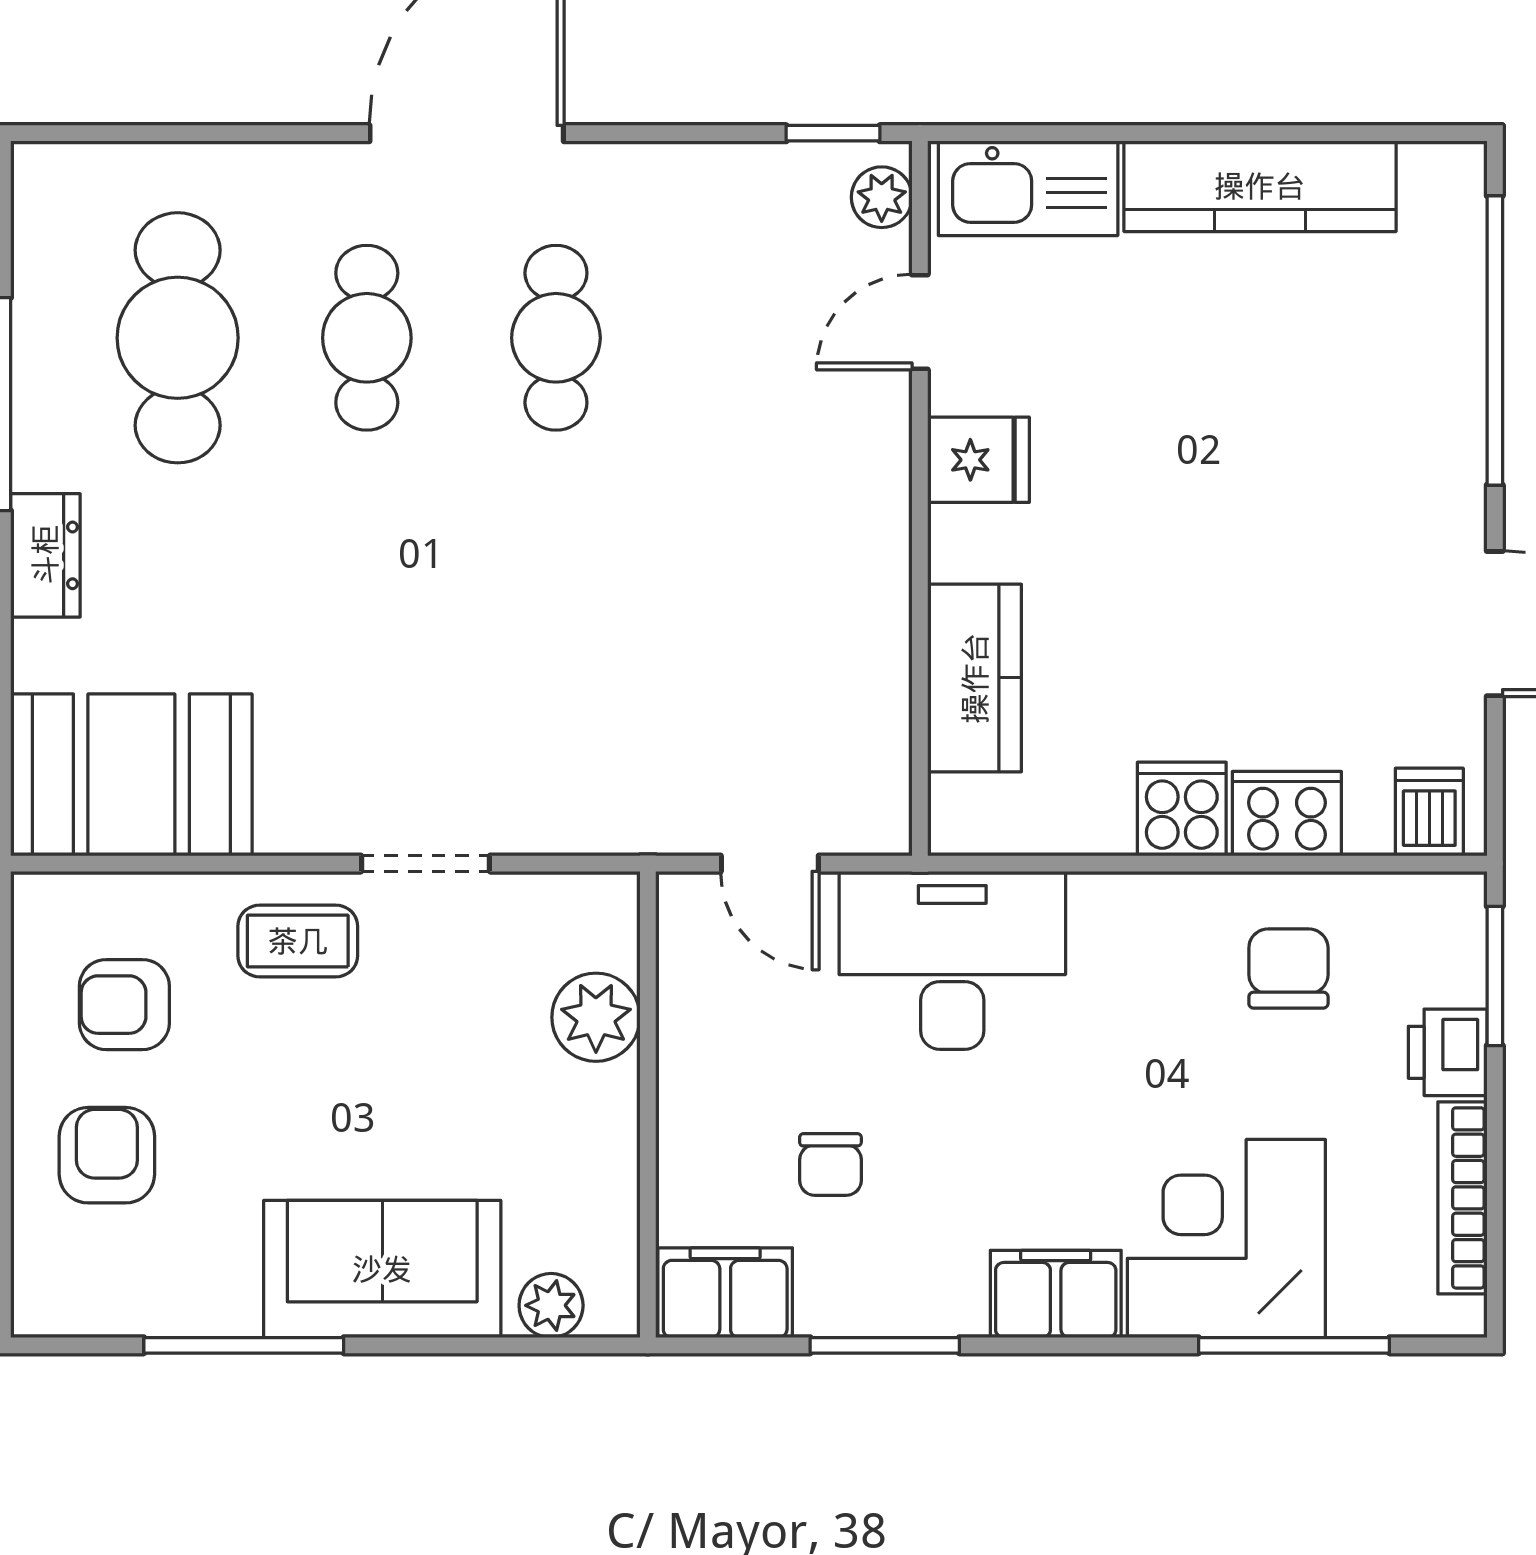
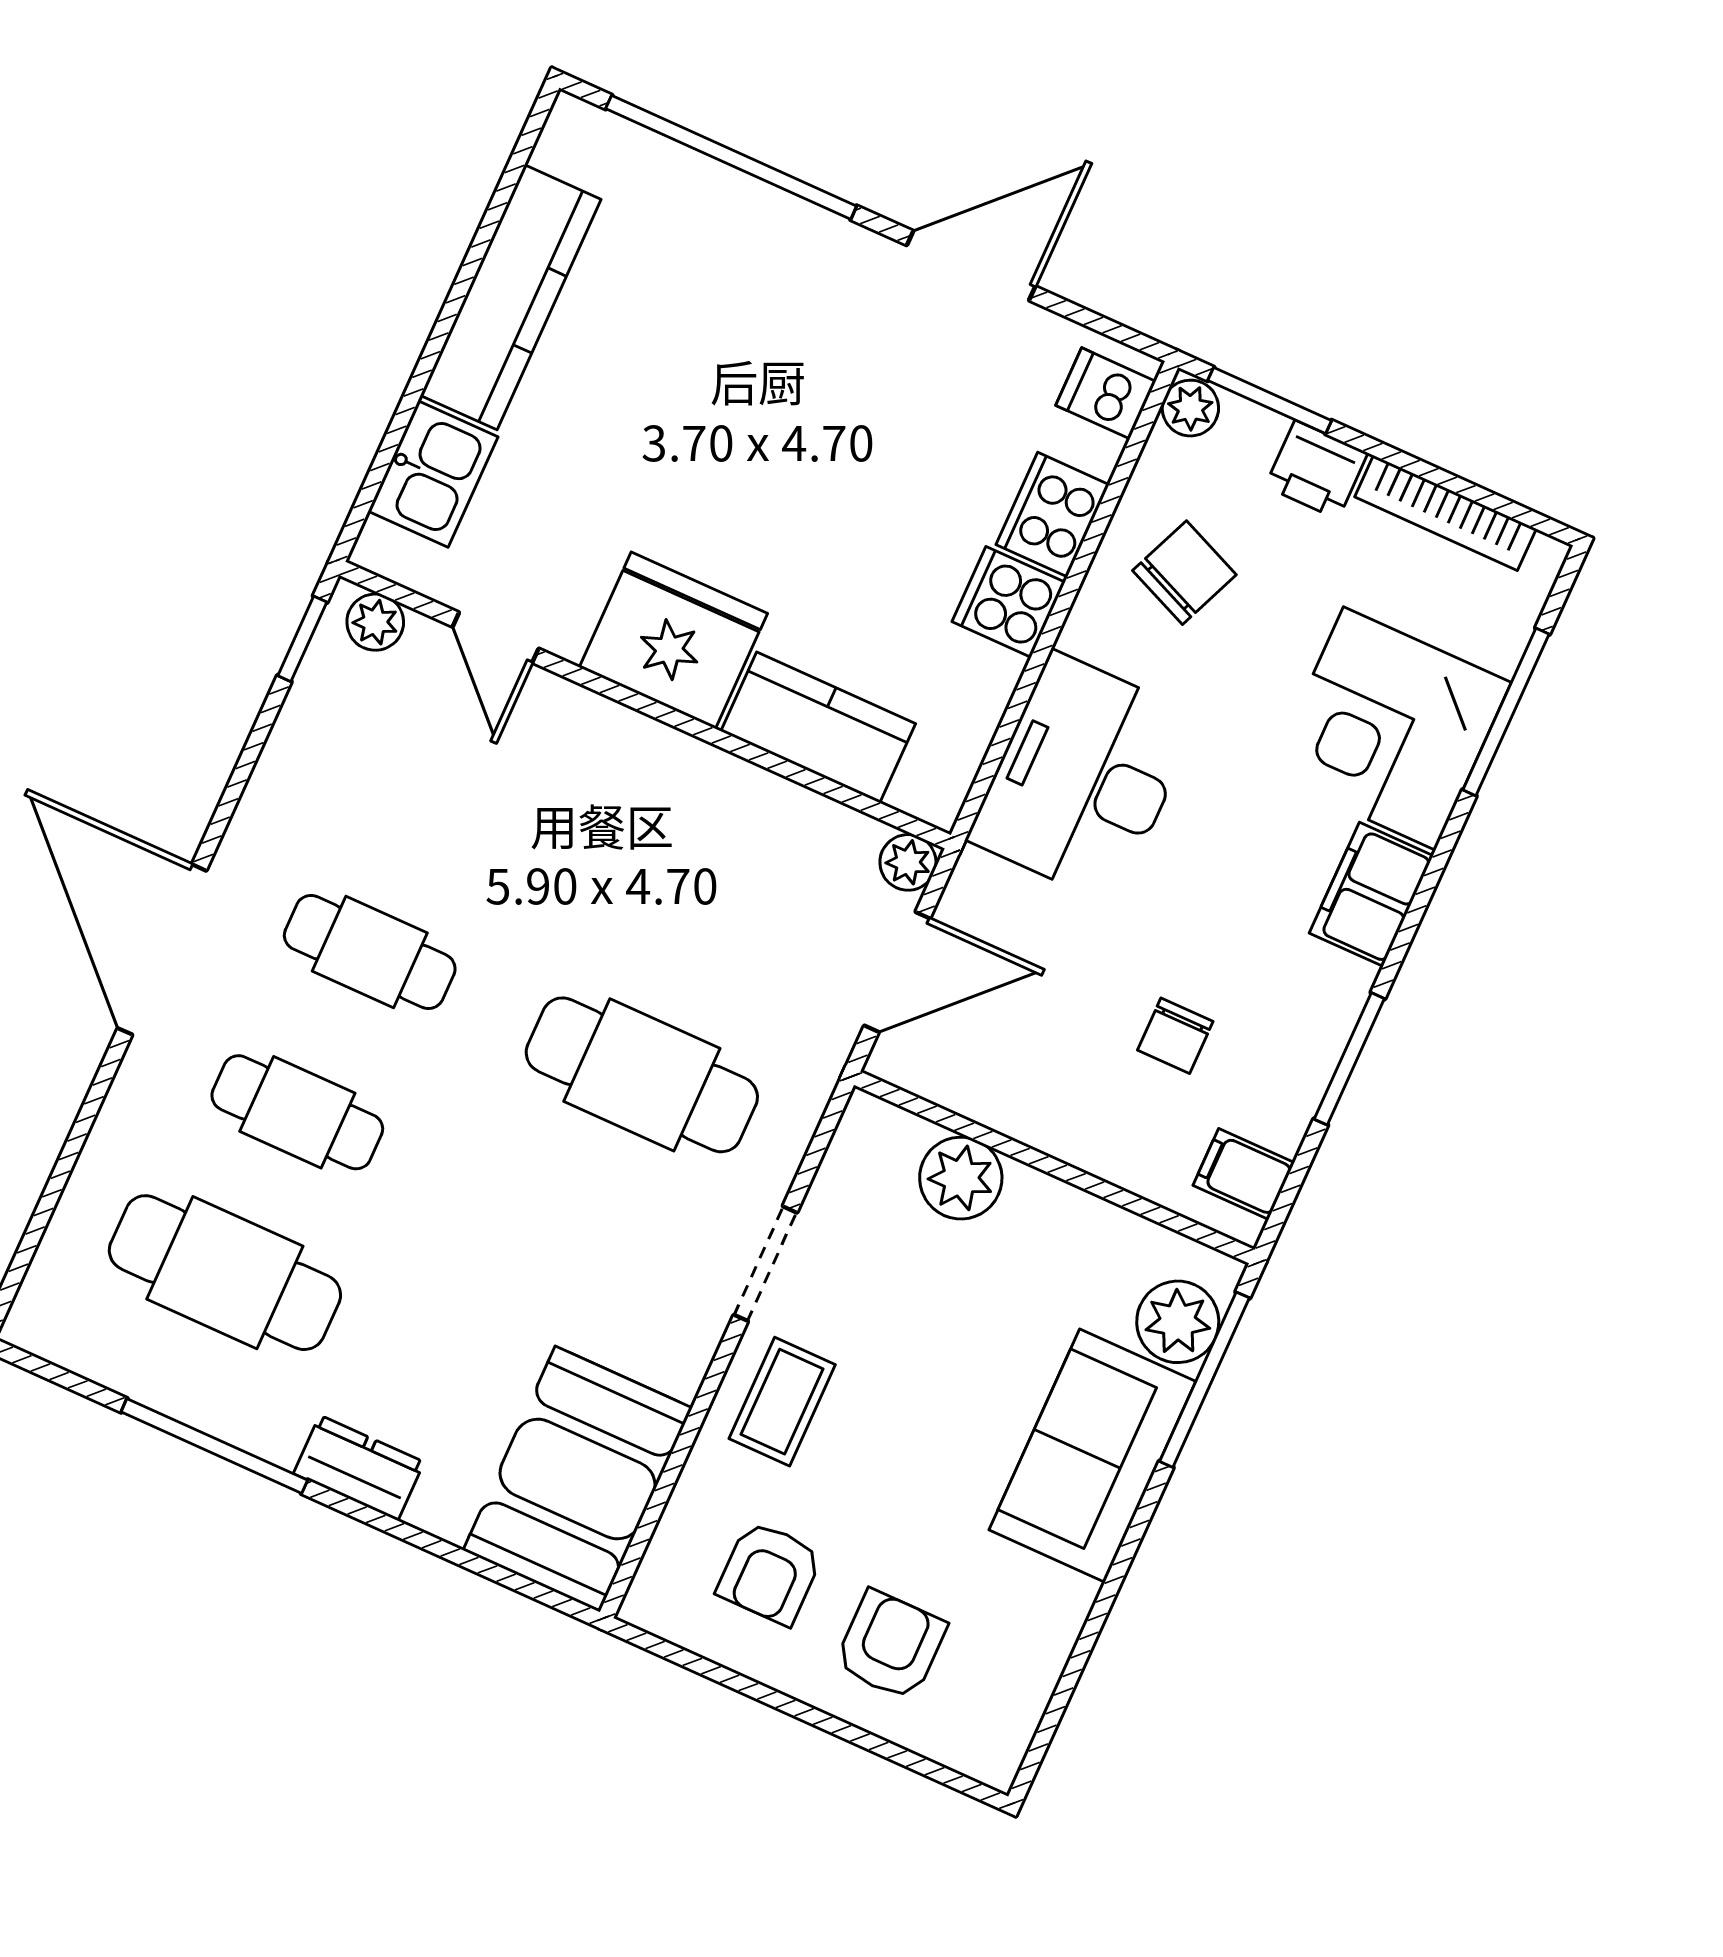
kitchen sink: (1028, 188) -> (433, 474), width x0.73
fridge: (978, 460) -> (673, 640), width x1.88, depth x1.34
cafe table: (556, 659) -> (642, 1075), added
plant: (882, 826) -> (908, 862), added
door: (770, 864) -> (897, 972), width x1.37
plant: (1452, 901) -> (1190, 408), added
desk: (952, 960) -> (1083, 778), moved
chair: (1288, 968) -> (1184, 573), turned 113
armchair: (107, 1155) -> (891, 1645), turned 90
chair: (830, 1164) -> (1175, 1036), turned 90
filing cabinet: (725, 1293) -> (1244, 1174), width x0.50
plant: (551, 1305) -> (1178, 1322), width x1.38, depth x1.38
window: (244, 1345) -> (1204, 1380), moved

